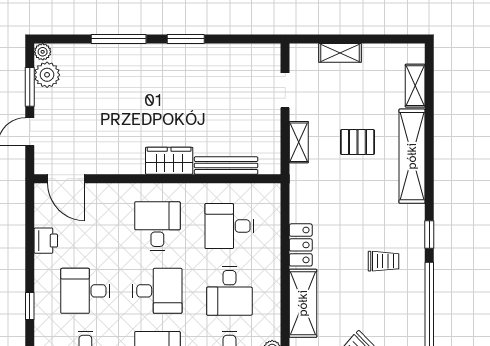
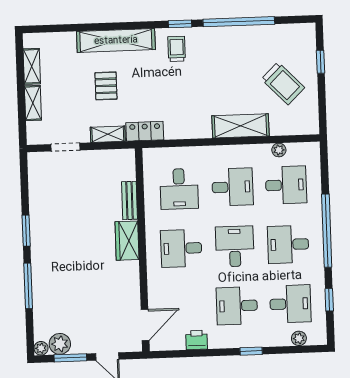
shelving: (415, 86) -> (32, 66), moved, turned 90
bench: (226, 165) -> (130, 200), width x0.73
locker: (301, 245) -> (145, 131), moved
trolley: (383, 261) -> (177, 49), moved
desk: (85, 291) -> (237, 306), turned 90

